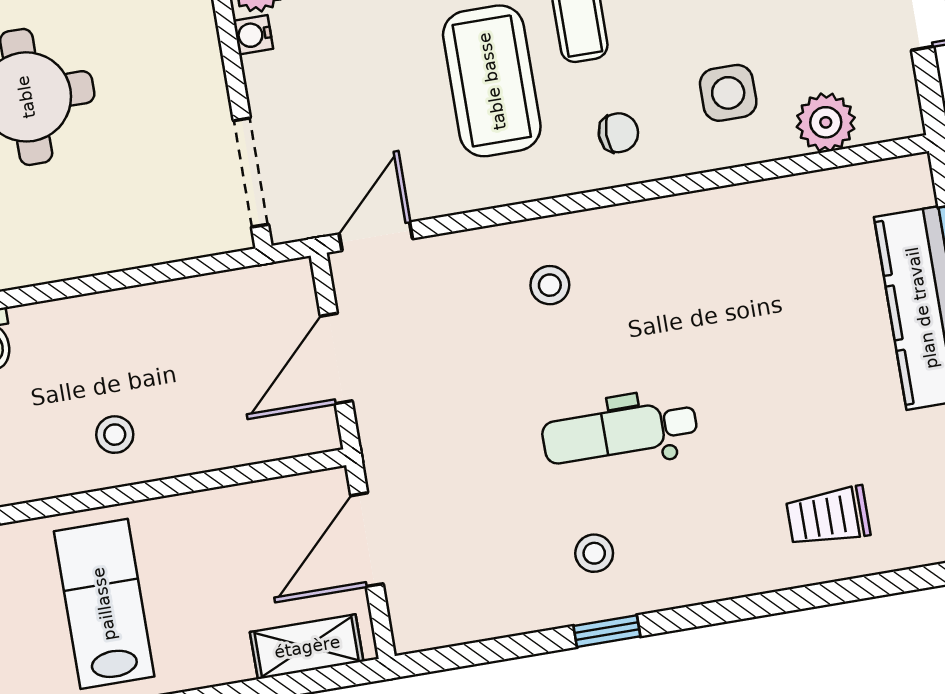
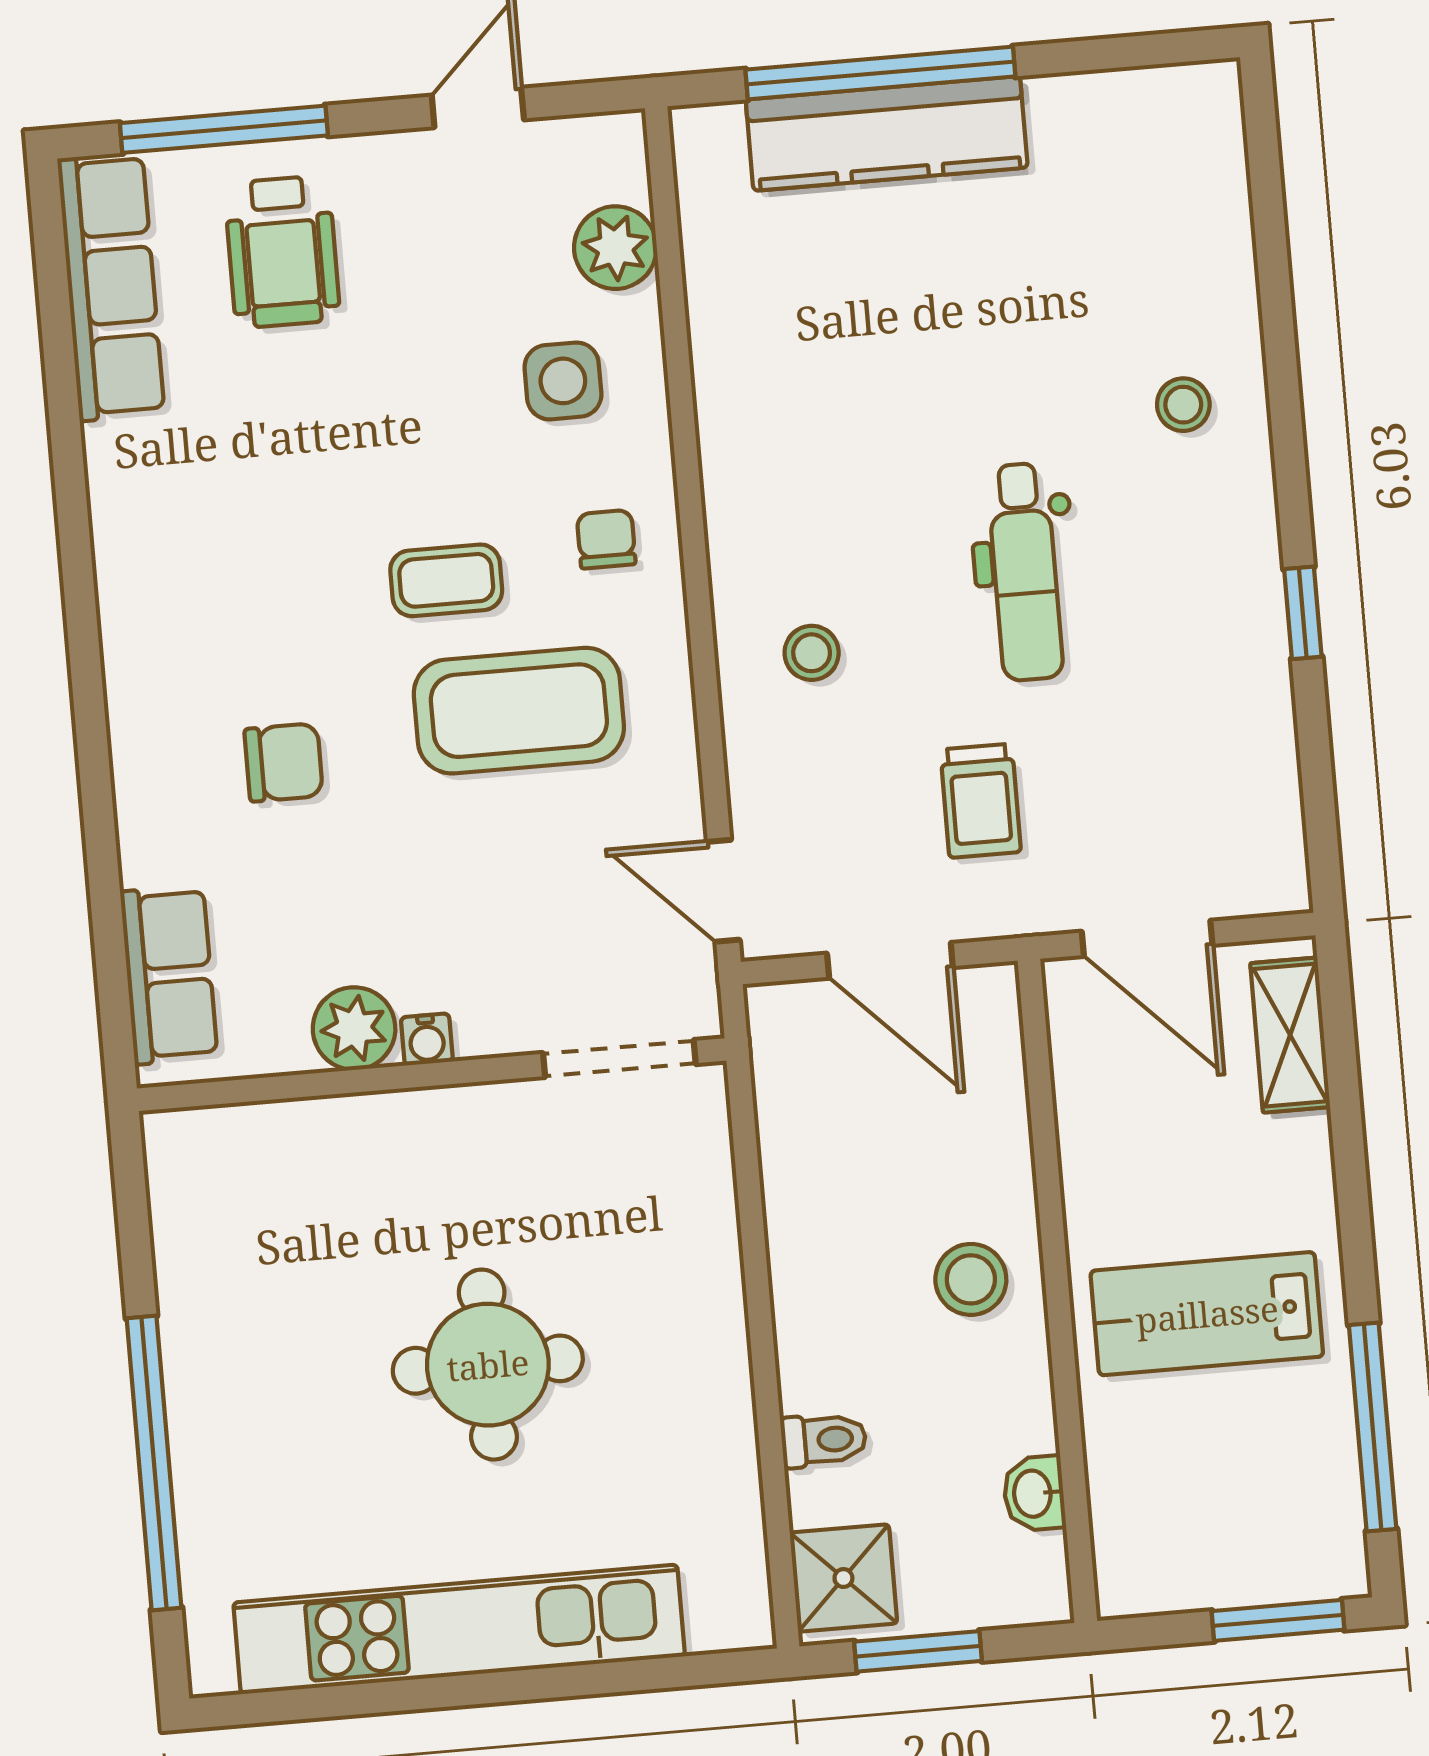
stool: (115, 435) -> (971, 1279), width x1.37, depth x1.37
trolley: (828, 516) -> (981, 801), moved
stool: (594, 553) -> (1183, 405), moved

